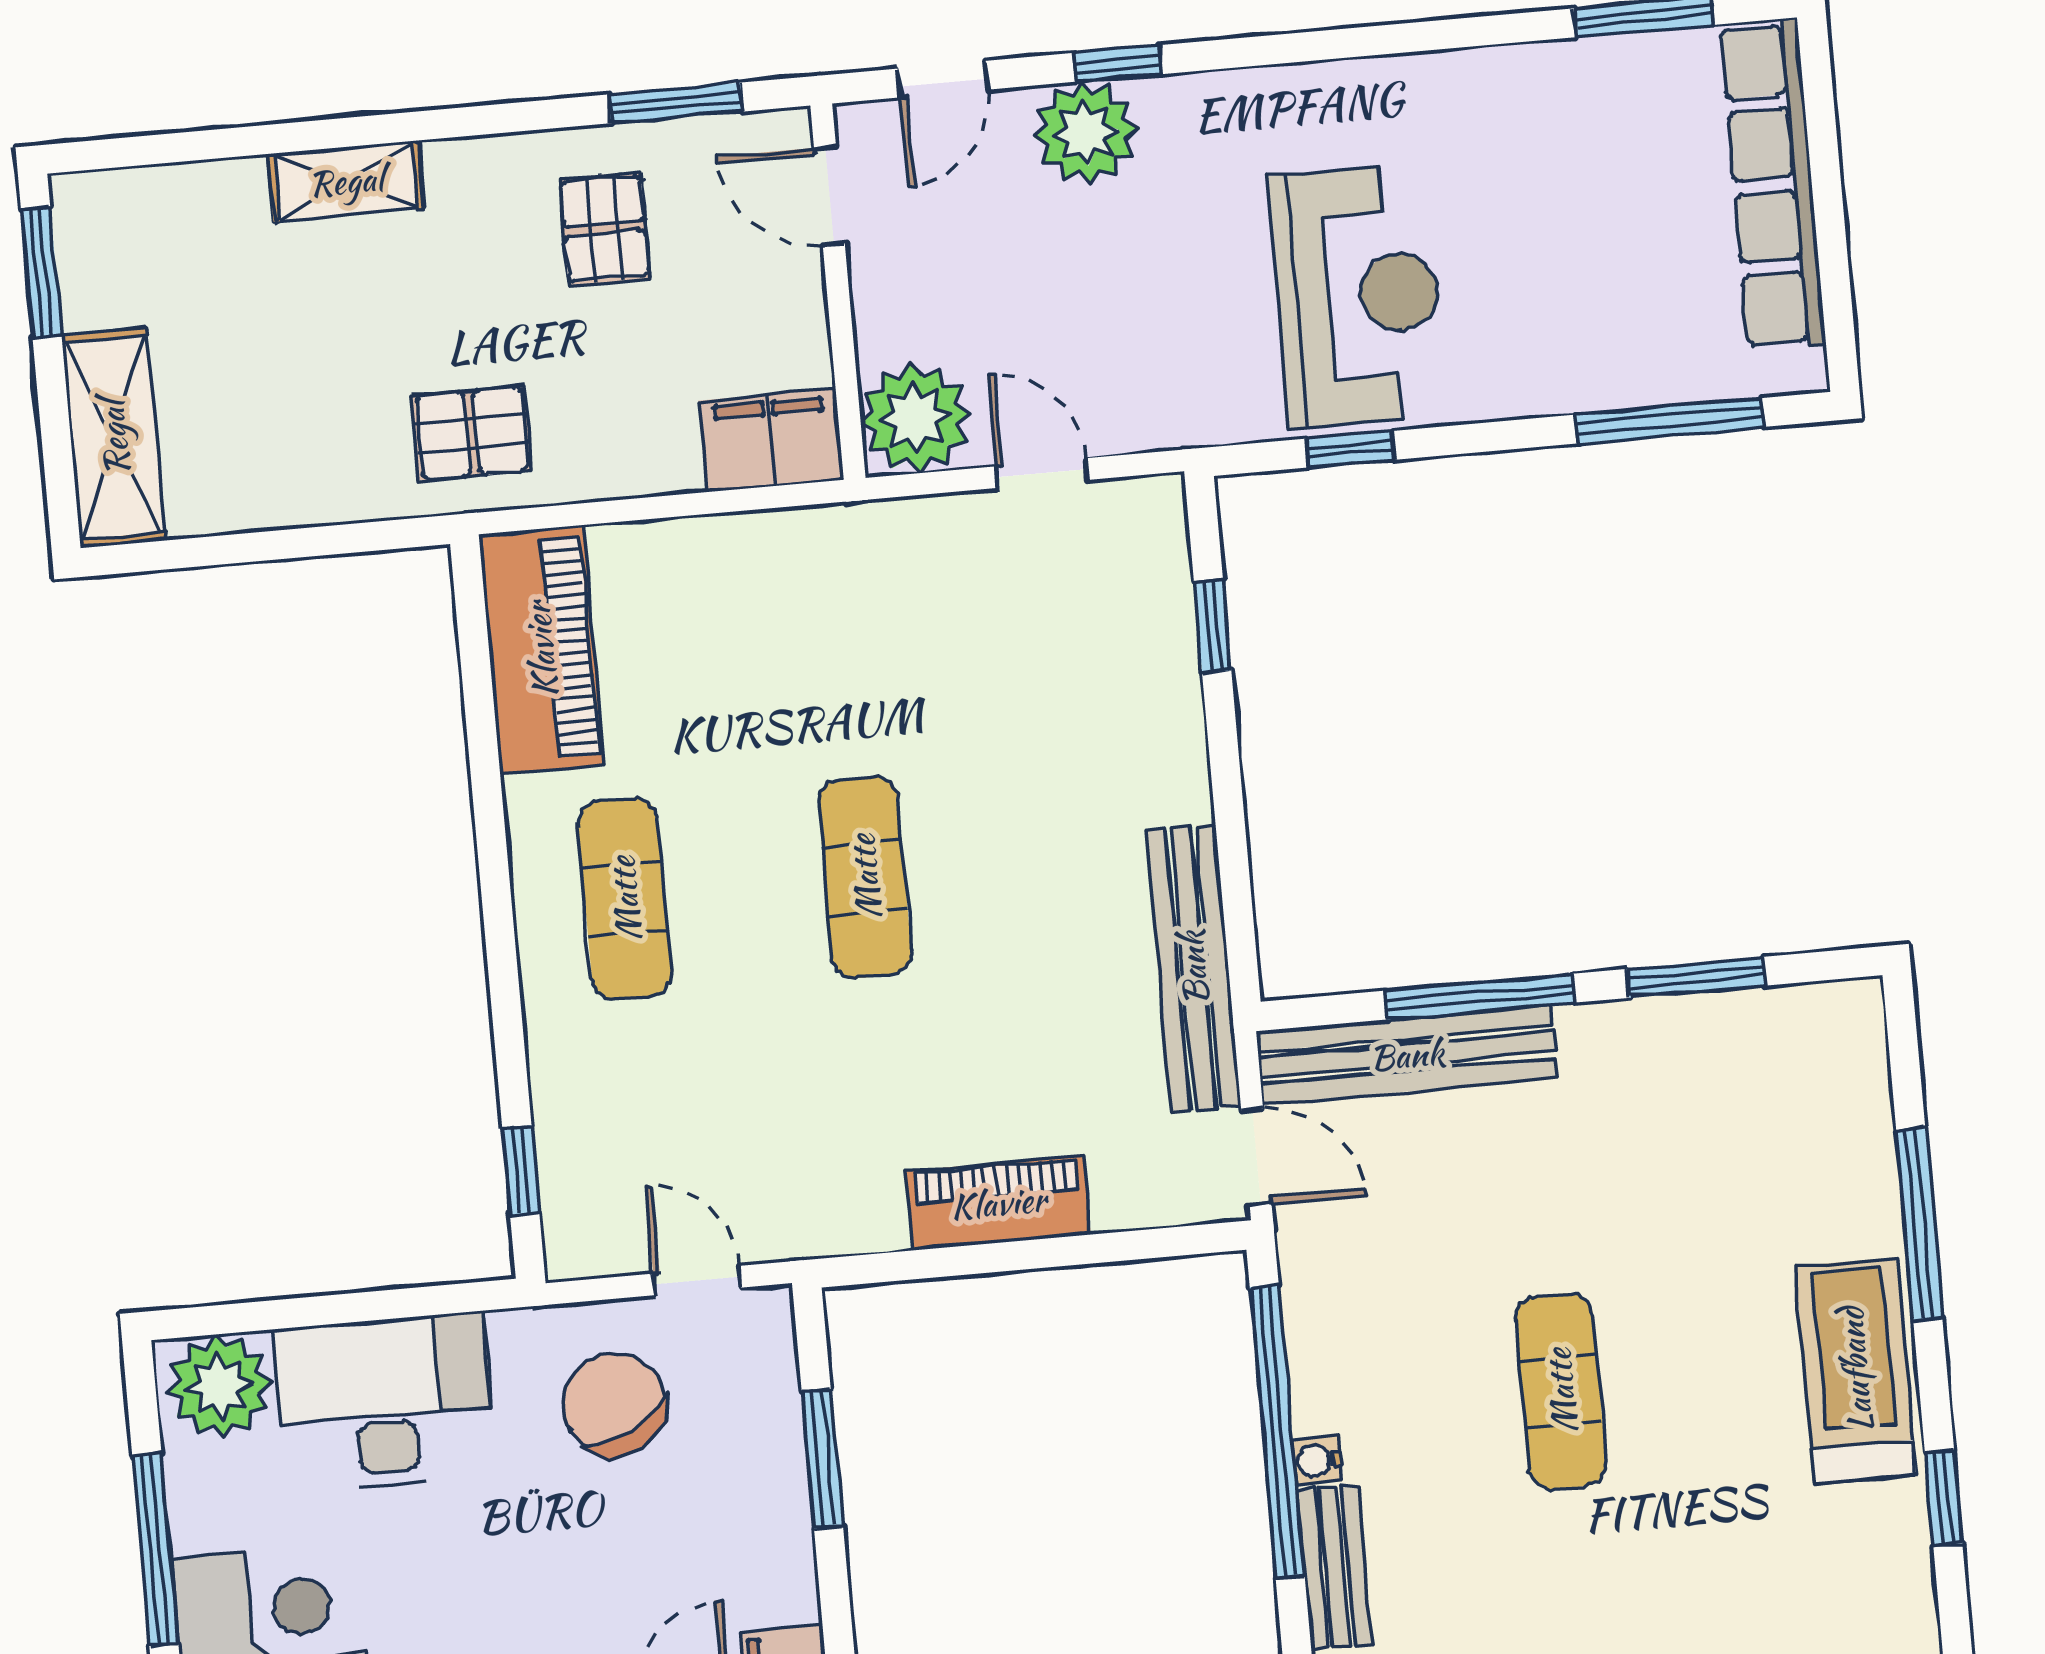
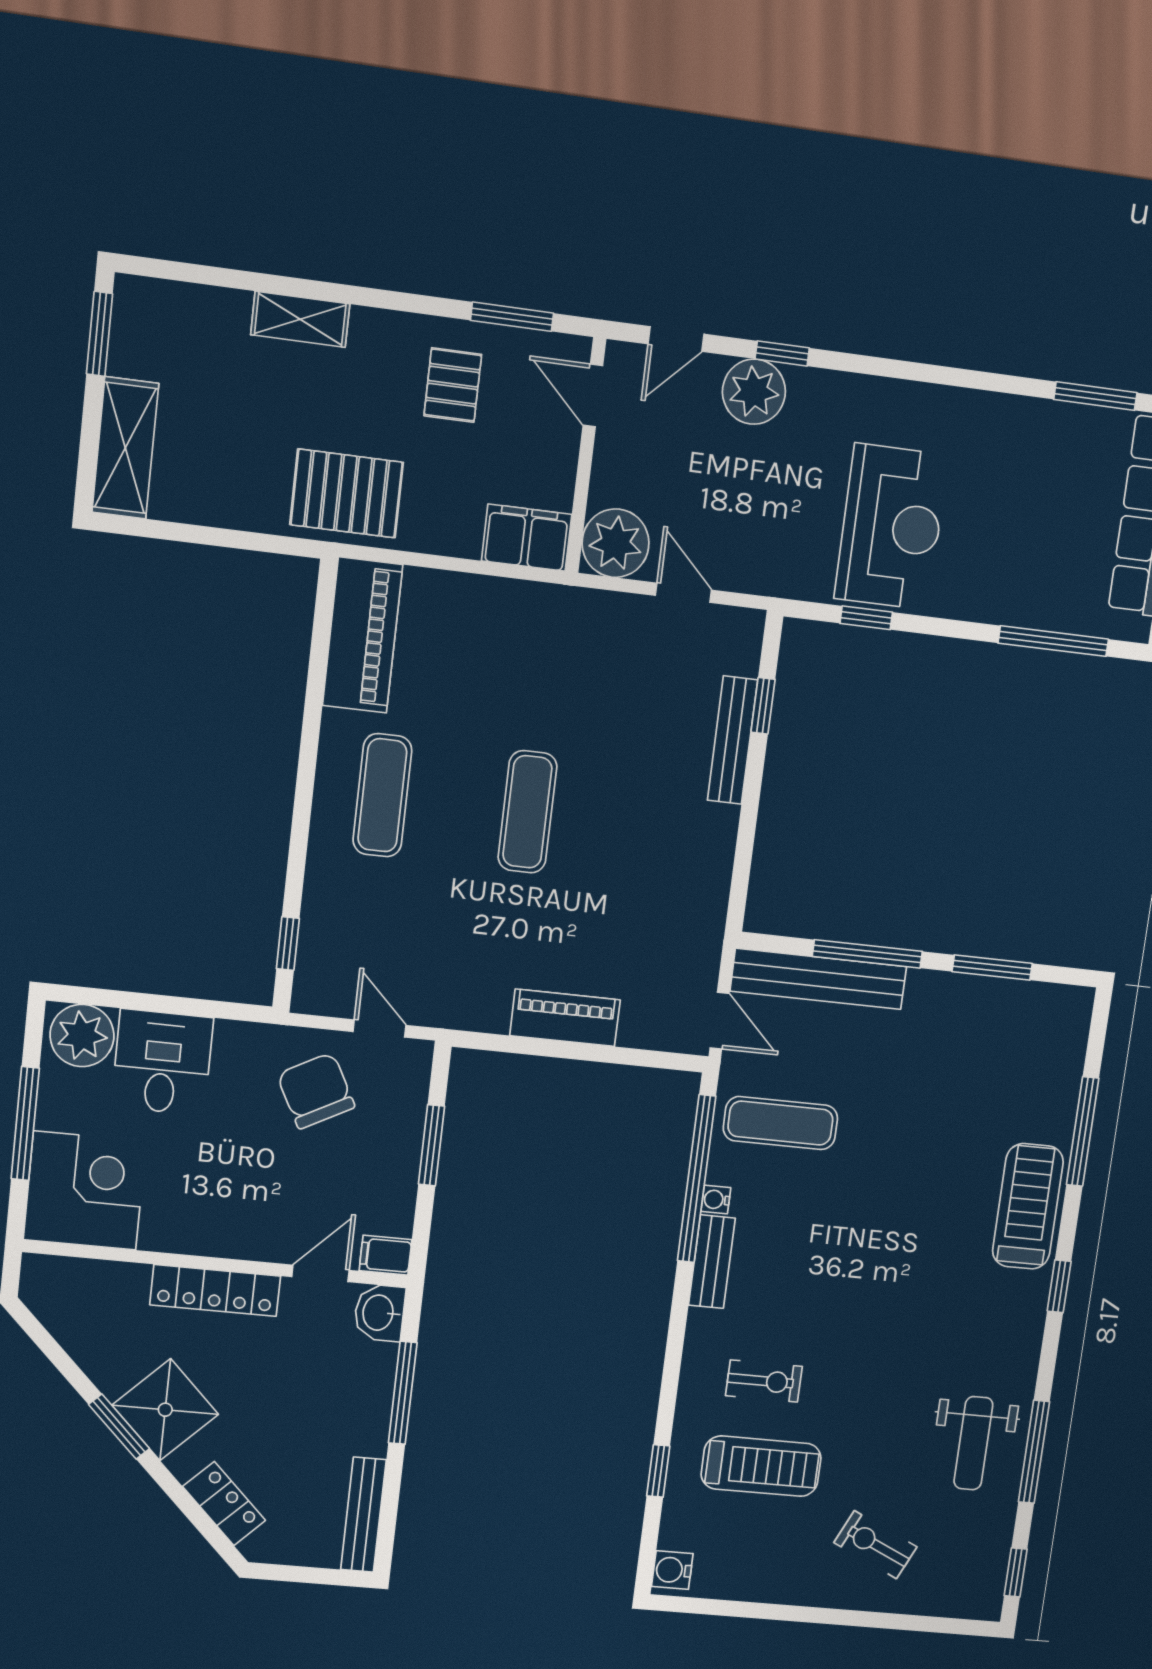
pallet: (472, 433) -> (347, 493), width x1.50, depth x1.42
bench: (1193, 968) -> (732, 740), moved, width x0.73, depth x0.82
exercise mat: (1561, 1391) -> (780, 1123), moved, turned 90
desk: (385, 1403) -> (162, 1062), width x0.73

